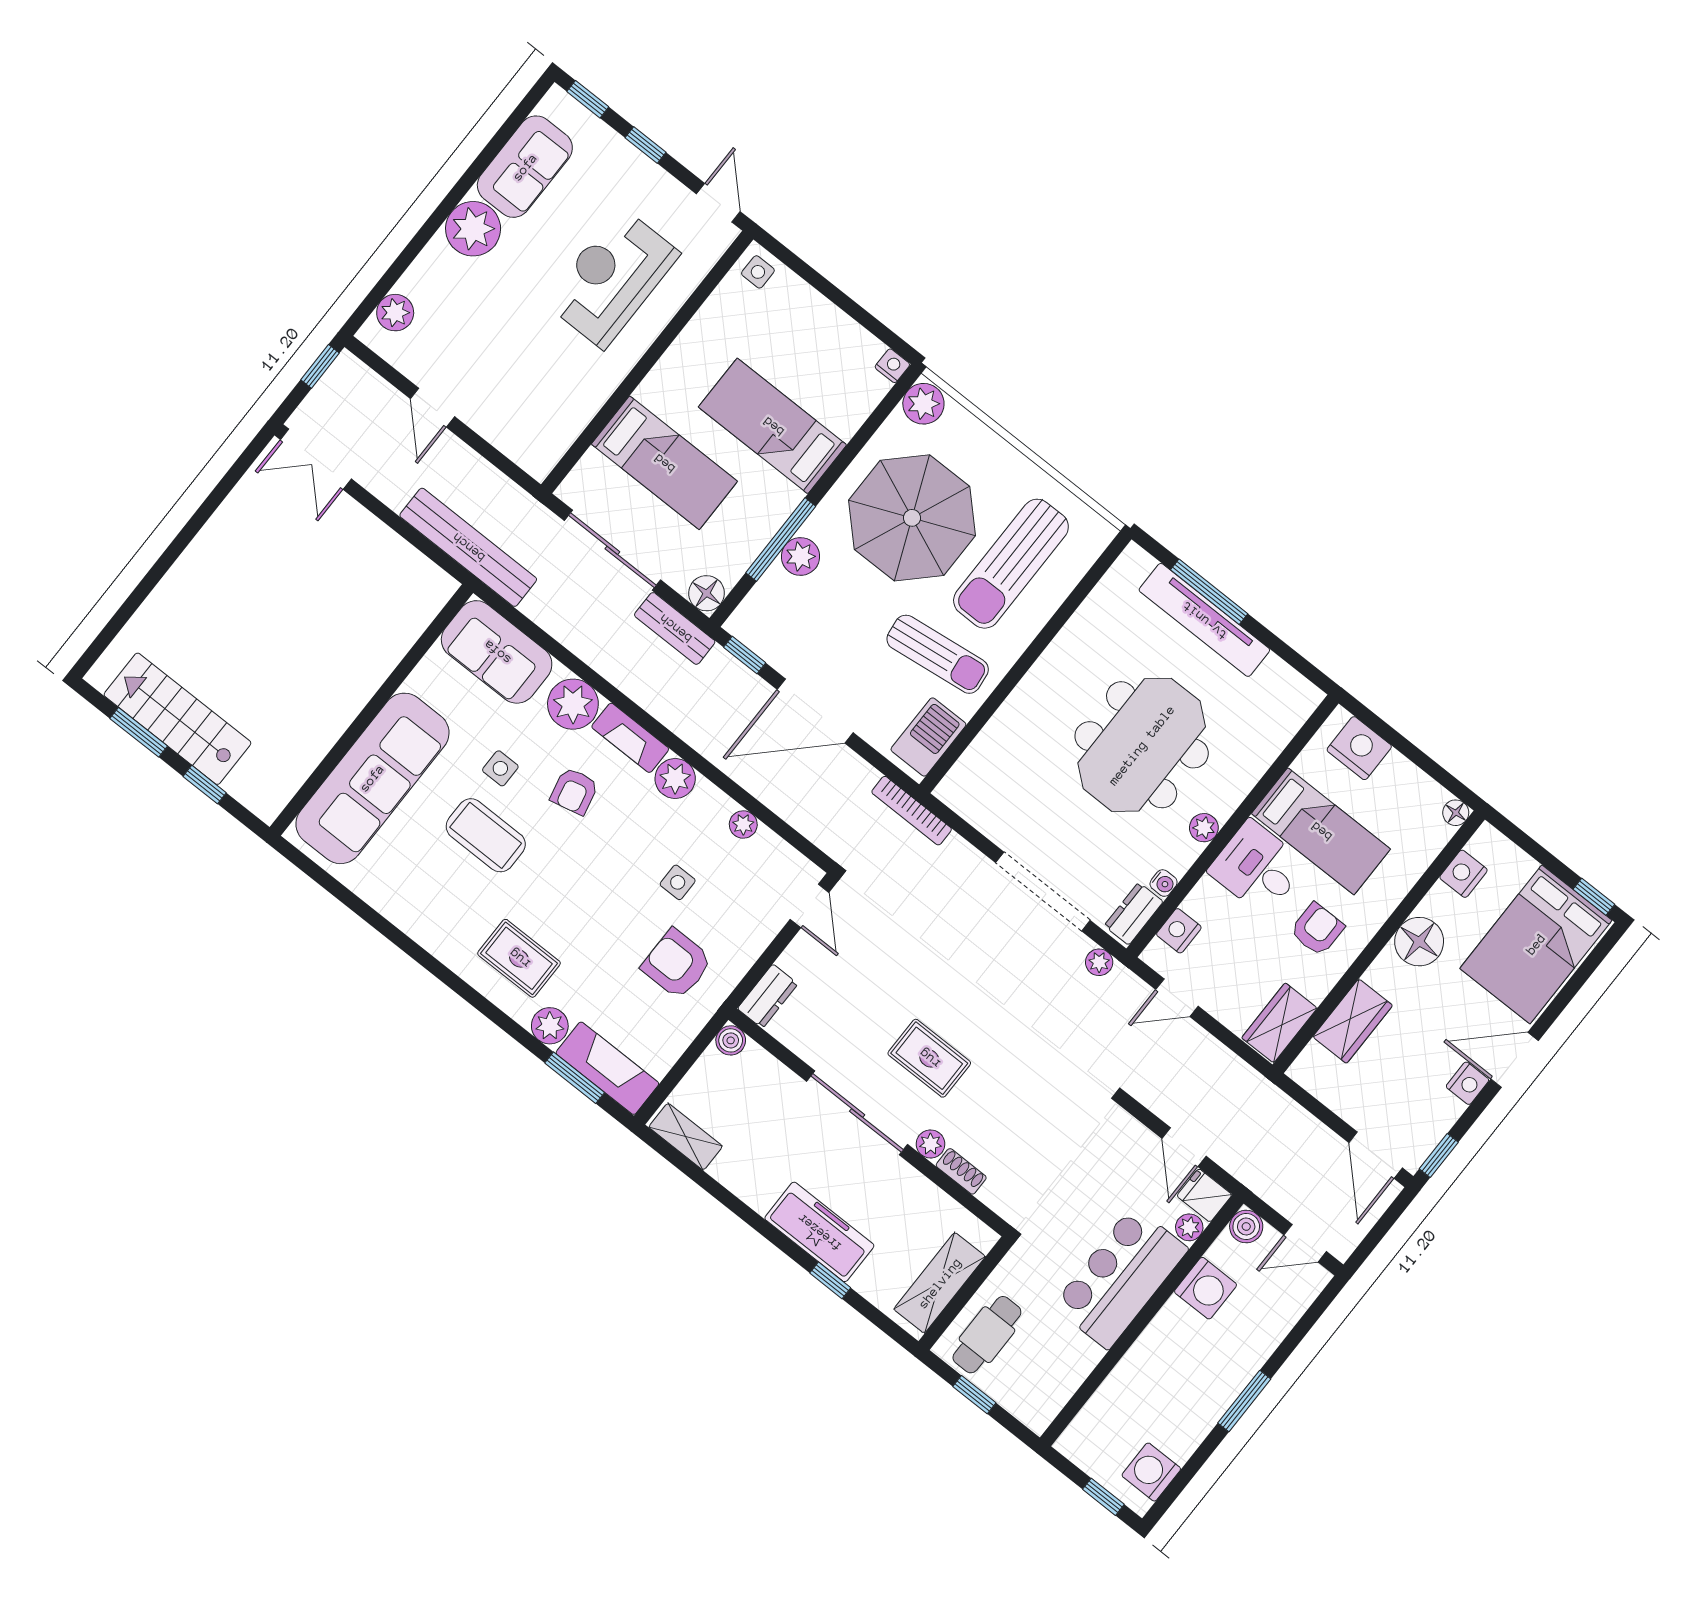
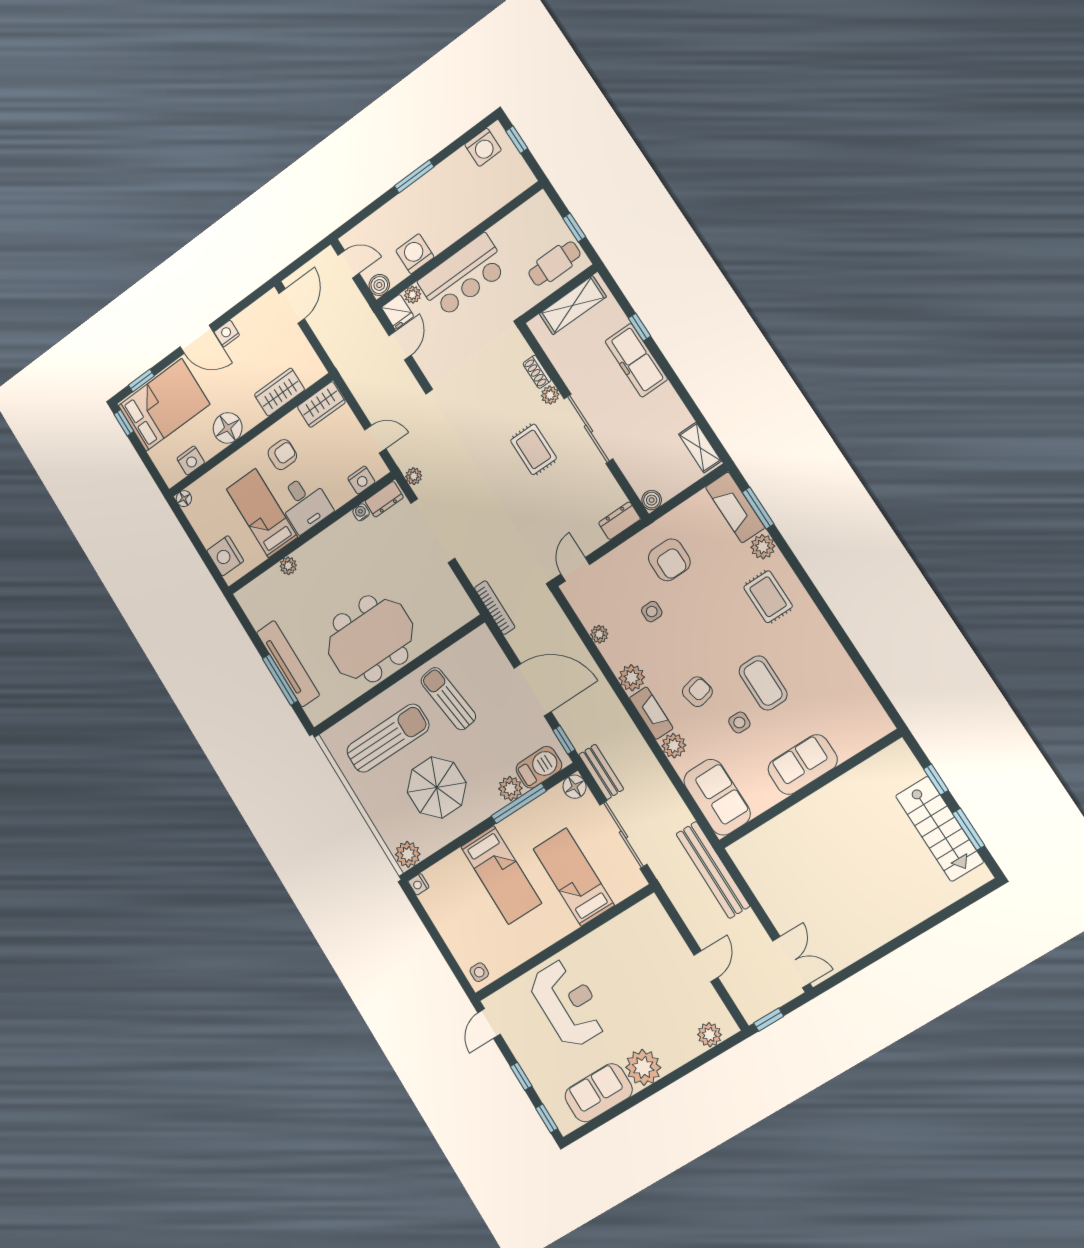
reception desk: (612, 278) -> (568, 1003), turned -90
parasol: (912, 518) -> (437, 788), width x0.73, depth x0.73
plant: (573, 704) -> (674, 746), width x0.73, depth x0.73
barbecue: (928, 737) -> (539, 767), moved, turned 180
meeting table: (1142, 745) -> (370, 639), moved
sofa: (372, 778) -> (803, 765), width x0.54, depth x0.79
plant: (1204, 828) -> (288, 566), moved
armchair: (1317, 929) -> (282, 455), turned 180
window: (1439, 1156) -> (141, 381), moved

